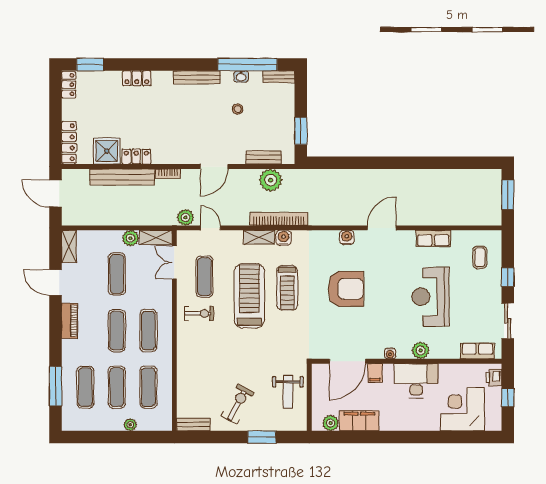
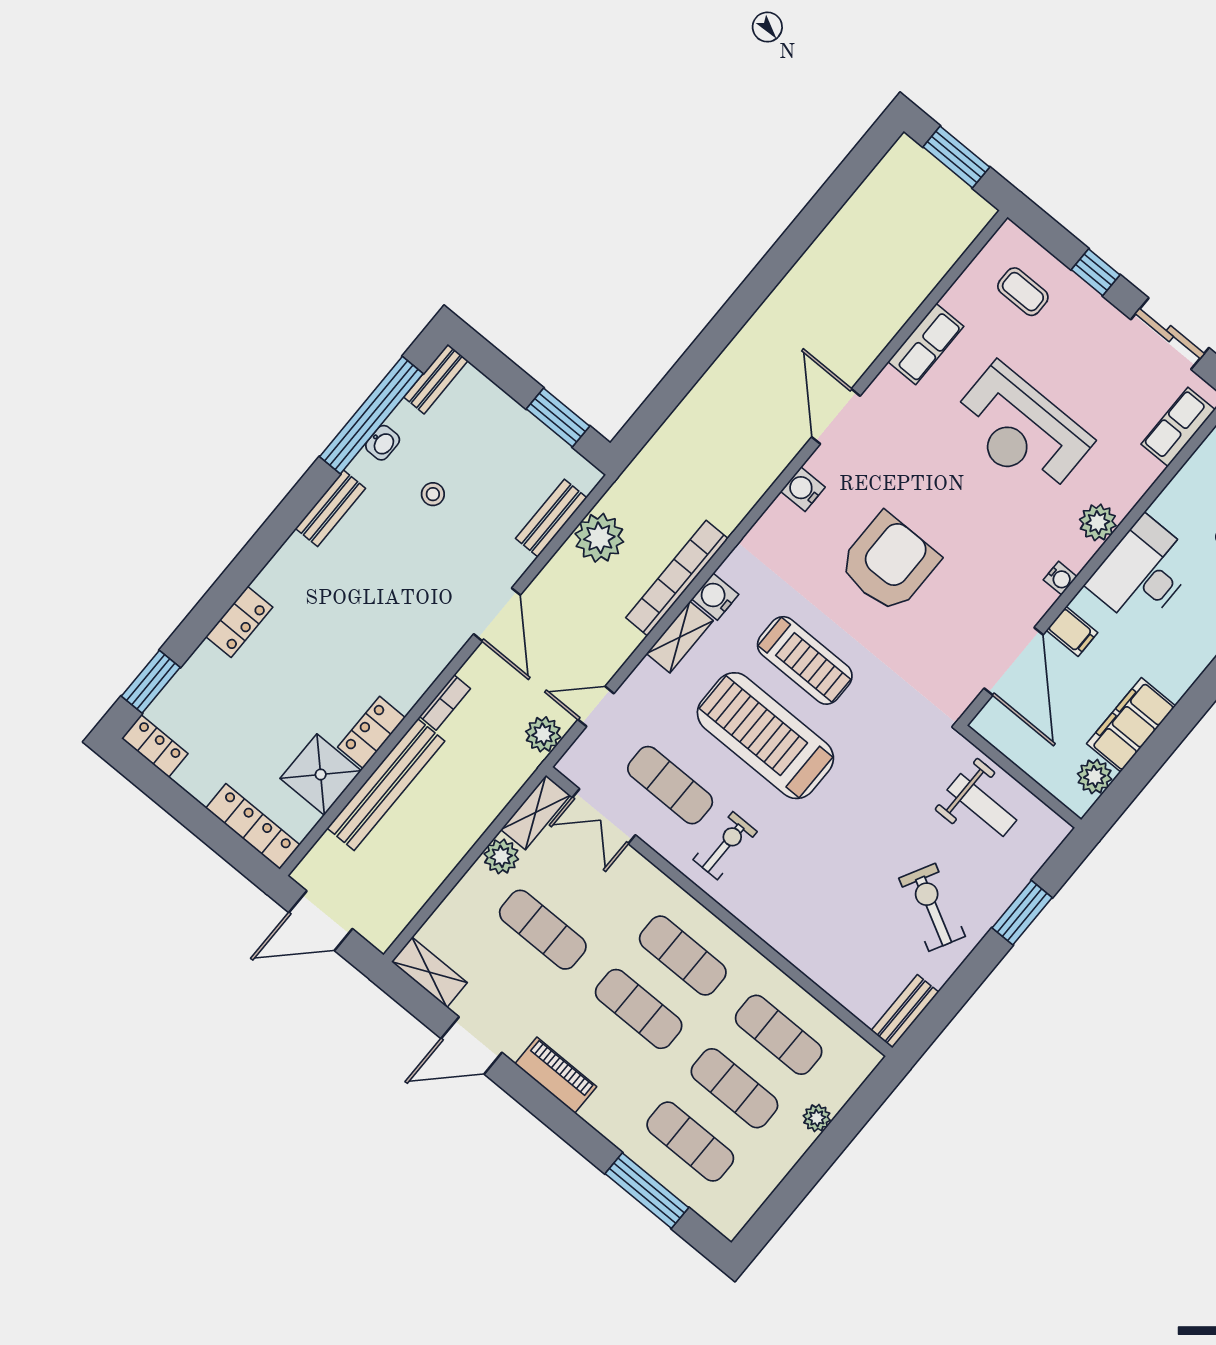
bench: (197, 77) -> (330, 508), width x0.73

